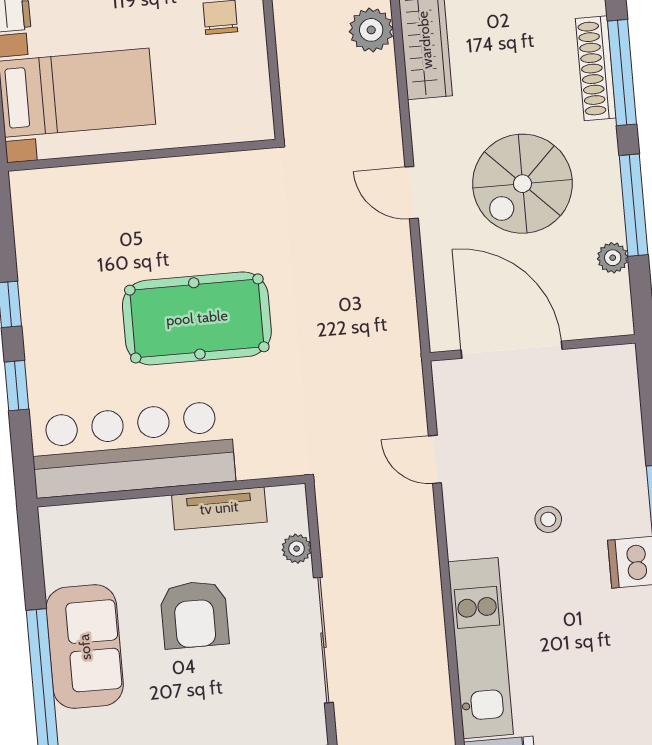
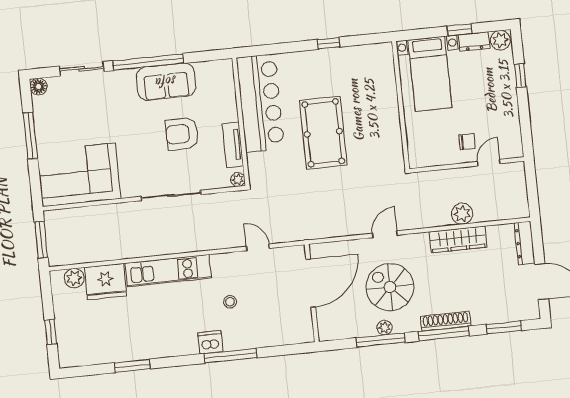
plant: (613, 258) -> (385, 328), moved
window: (17, 386) -> (290, 47), removed
door: (435, 459) -> (258, 247), hinge flipped
plant: (297, 549) -> (238, 180), moved

